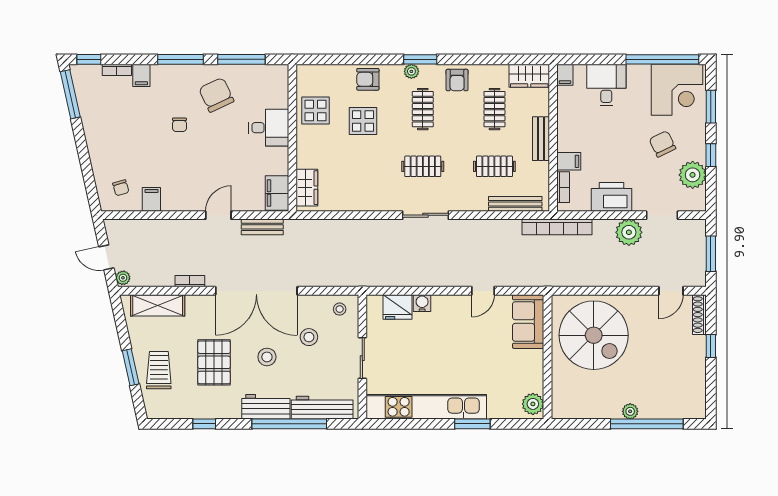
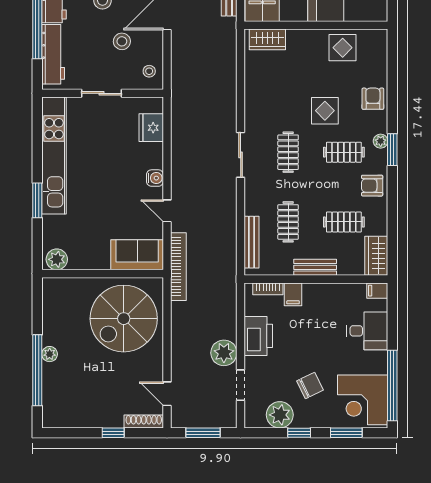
display table: (363, 121) -> (325, 111), moved
bookcase: (557, 227) -> (178, 267), moved, turned 180
water cooler: (422, 303) -> (155, 178), moved

